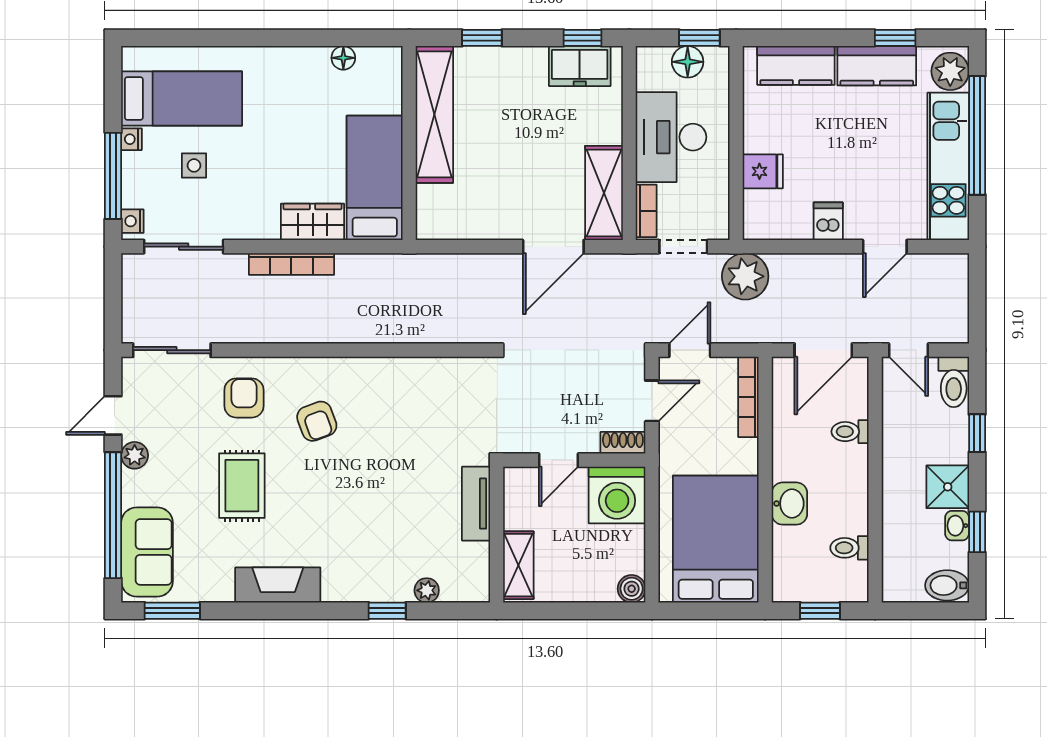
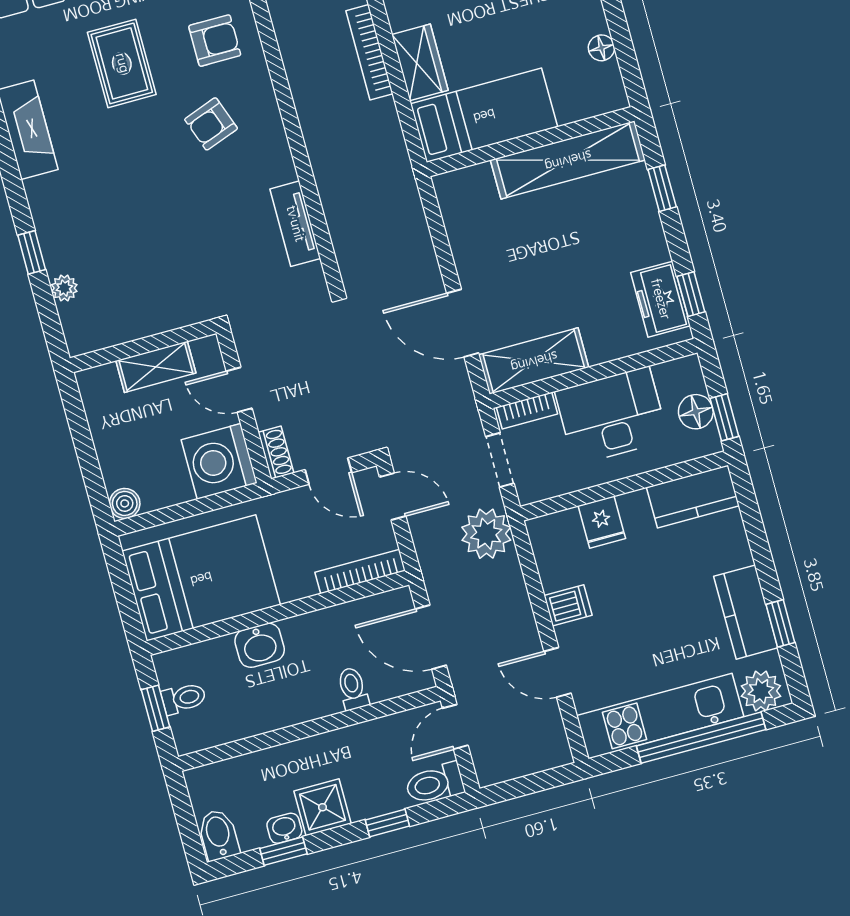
kitchen counter: (796, 65) -> (693, 496), moved, turned -90
rug: (242, 486) -> (122, 63), turned 90
tv unit: (476, 504) -> (295, 224), moved, turned -90
toilet: (849, 548) -> (184, 698), moved, turned 90
shelving: (518, 565) -> (156, 367), moved

